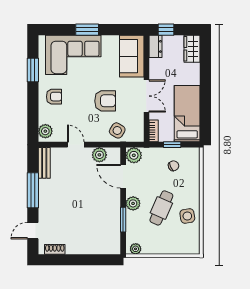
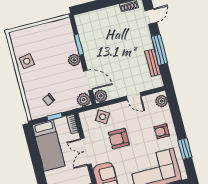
plant: (99, 155) -> (101, 96), moved
bench: (44, 163) -> (153, 63), moved
cafe table: (161, 208) -> (50, 62), removed
plant: (136, 249) -> (62, 23), removed

